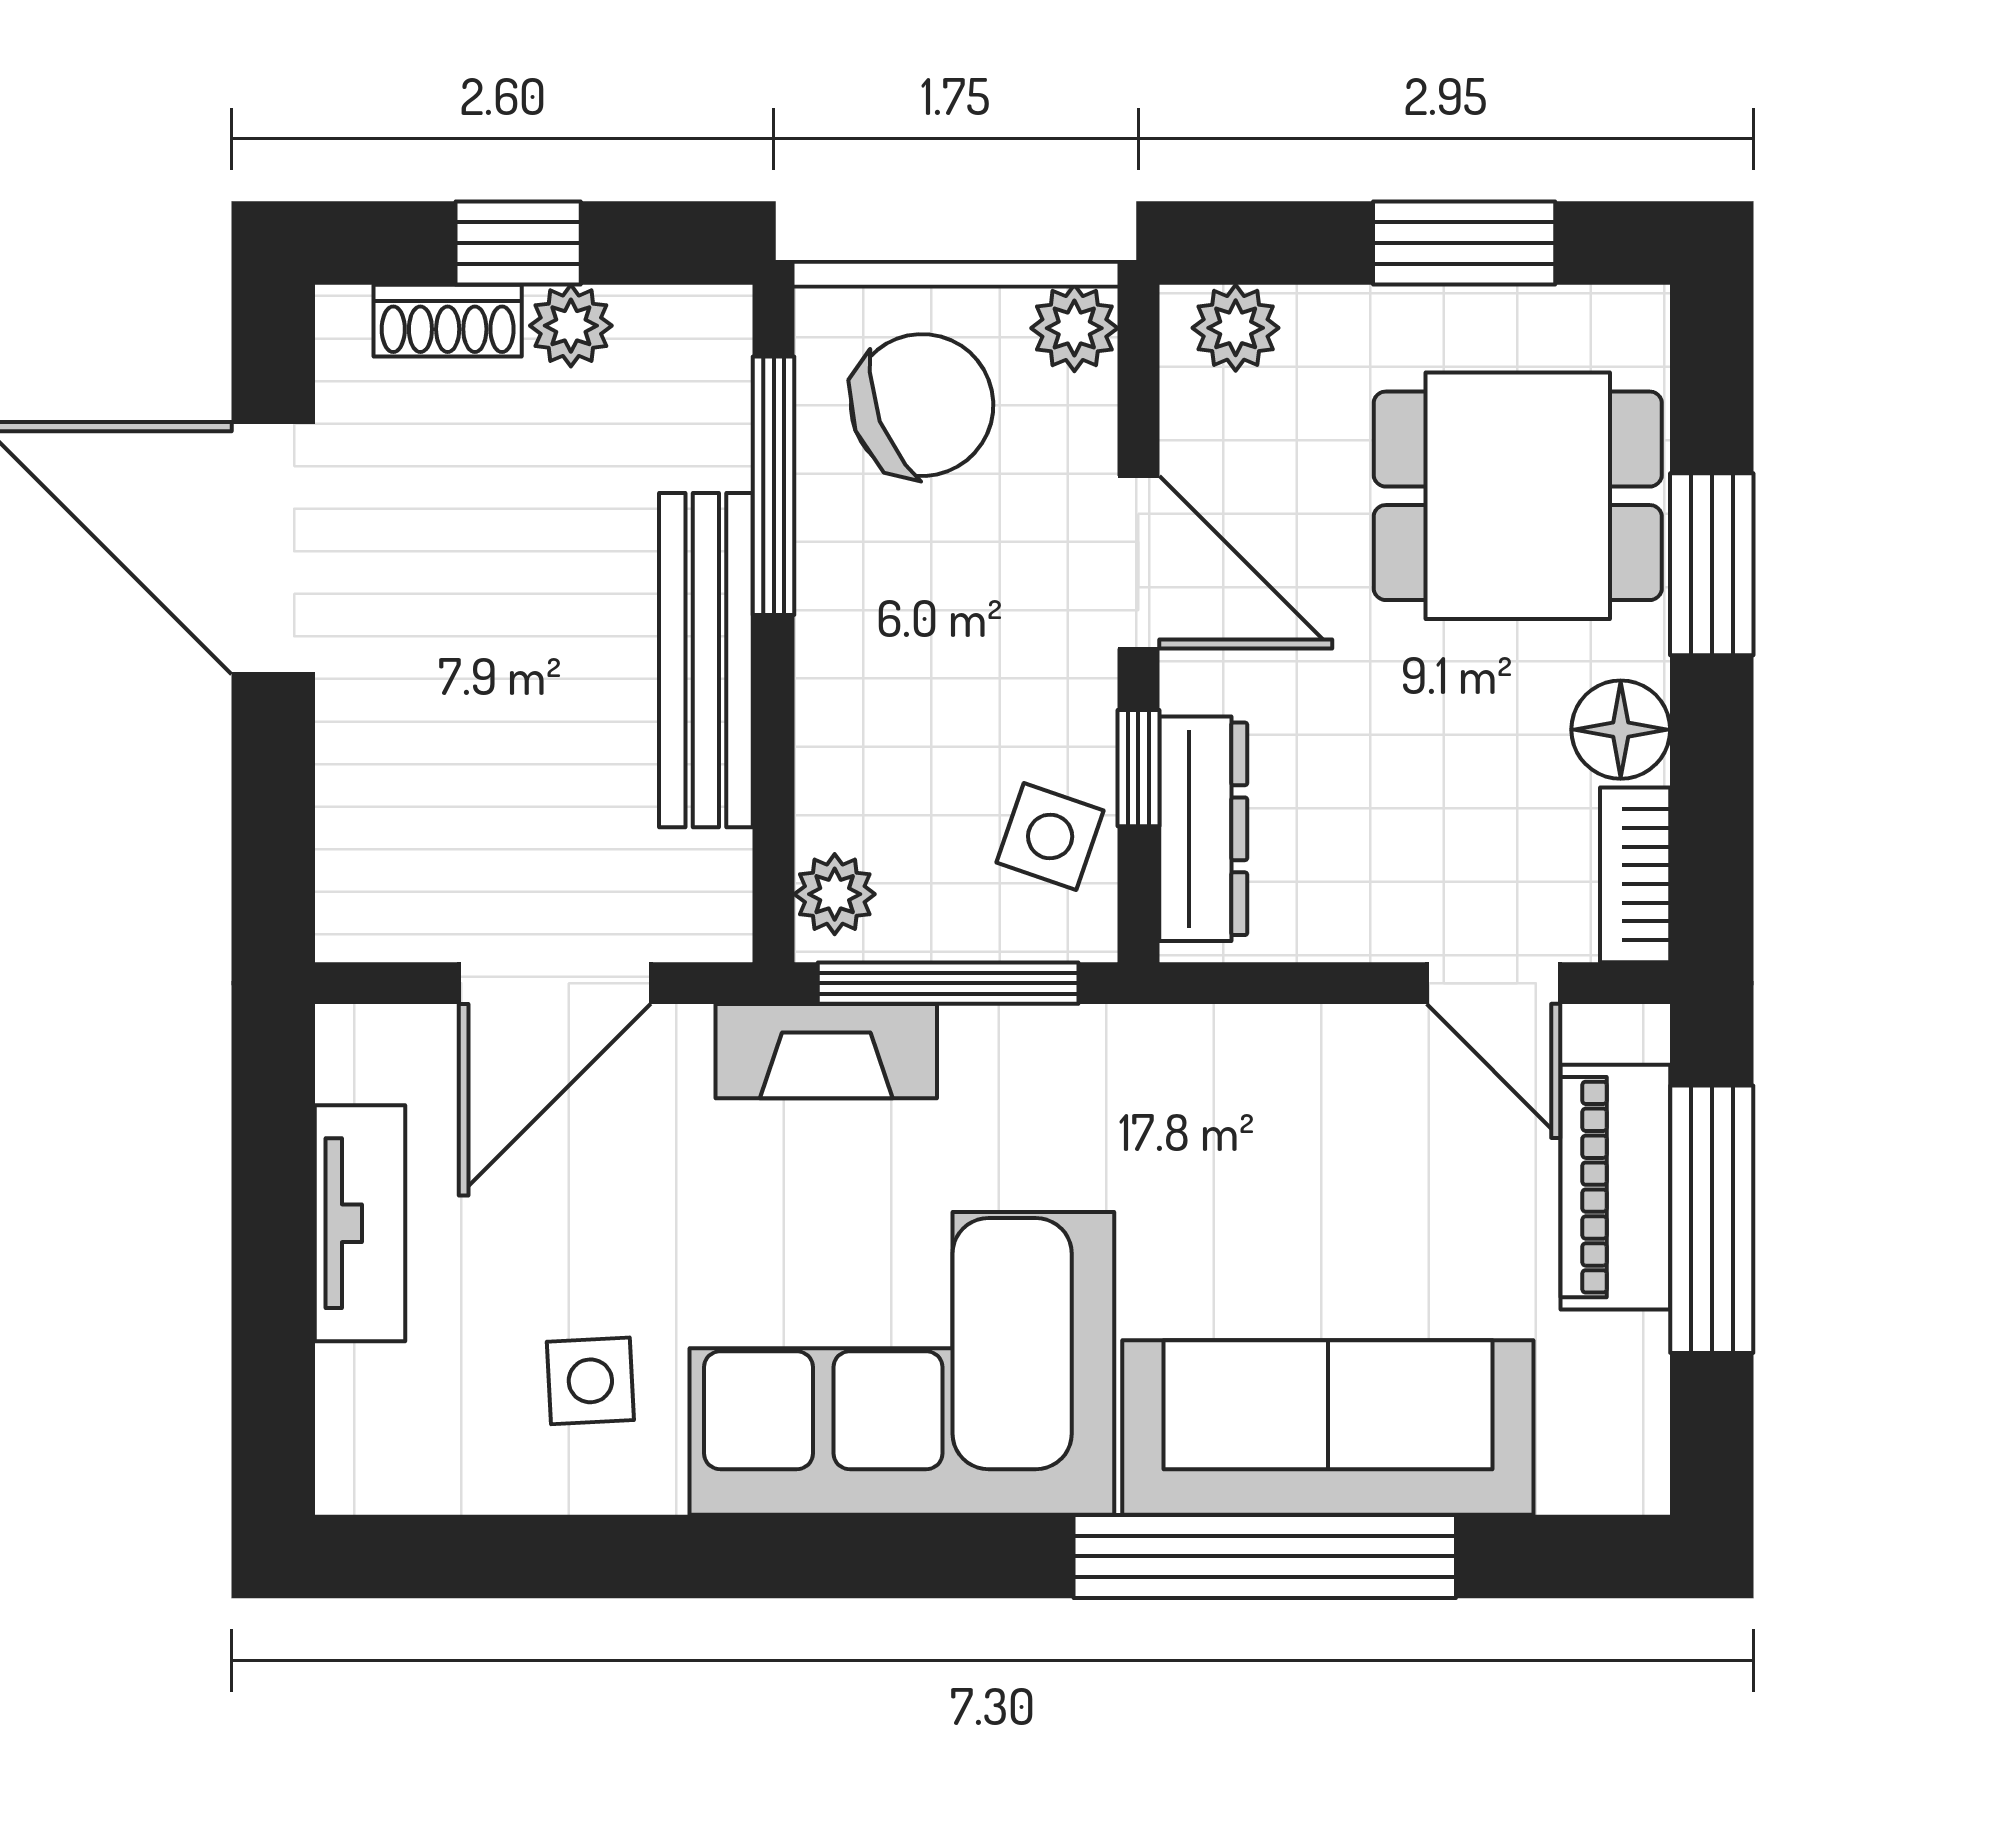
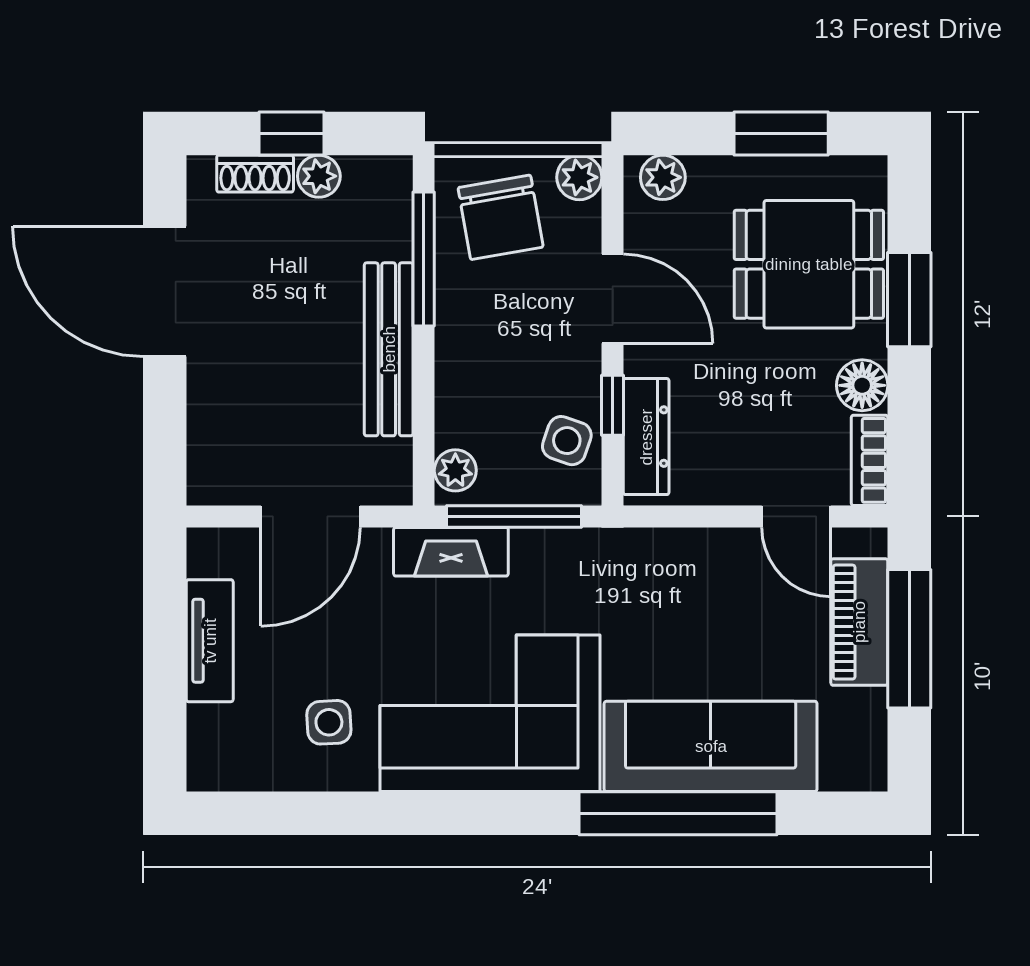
chair: (922, 405) -> (501, 217), turned 101

